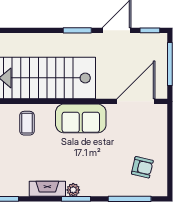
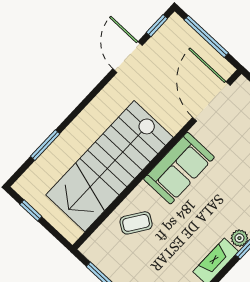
window: (77, 30) -> (45, 145), moved
coffee table: (27, 123) -> (136, 223), turned -56

